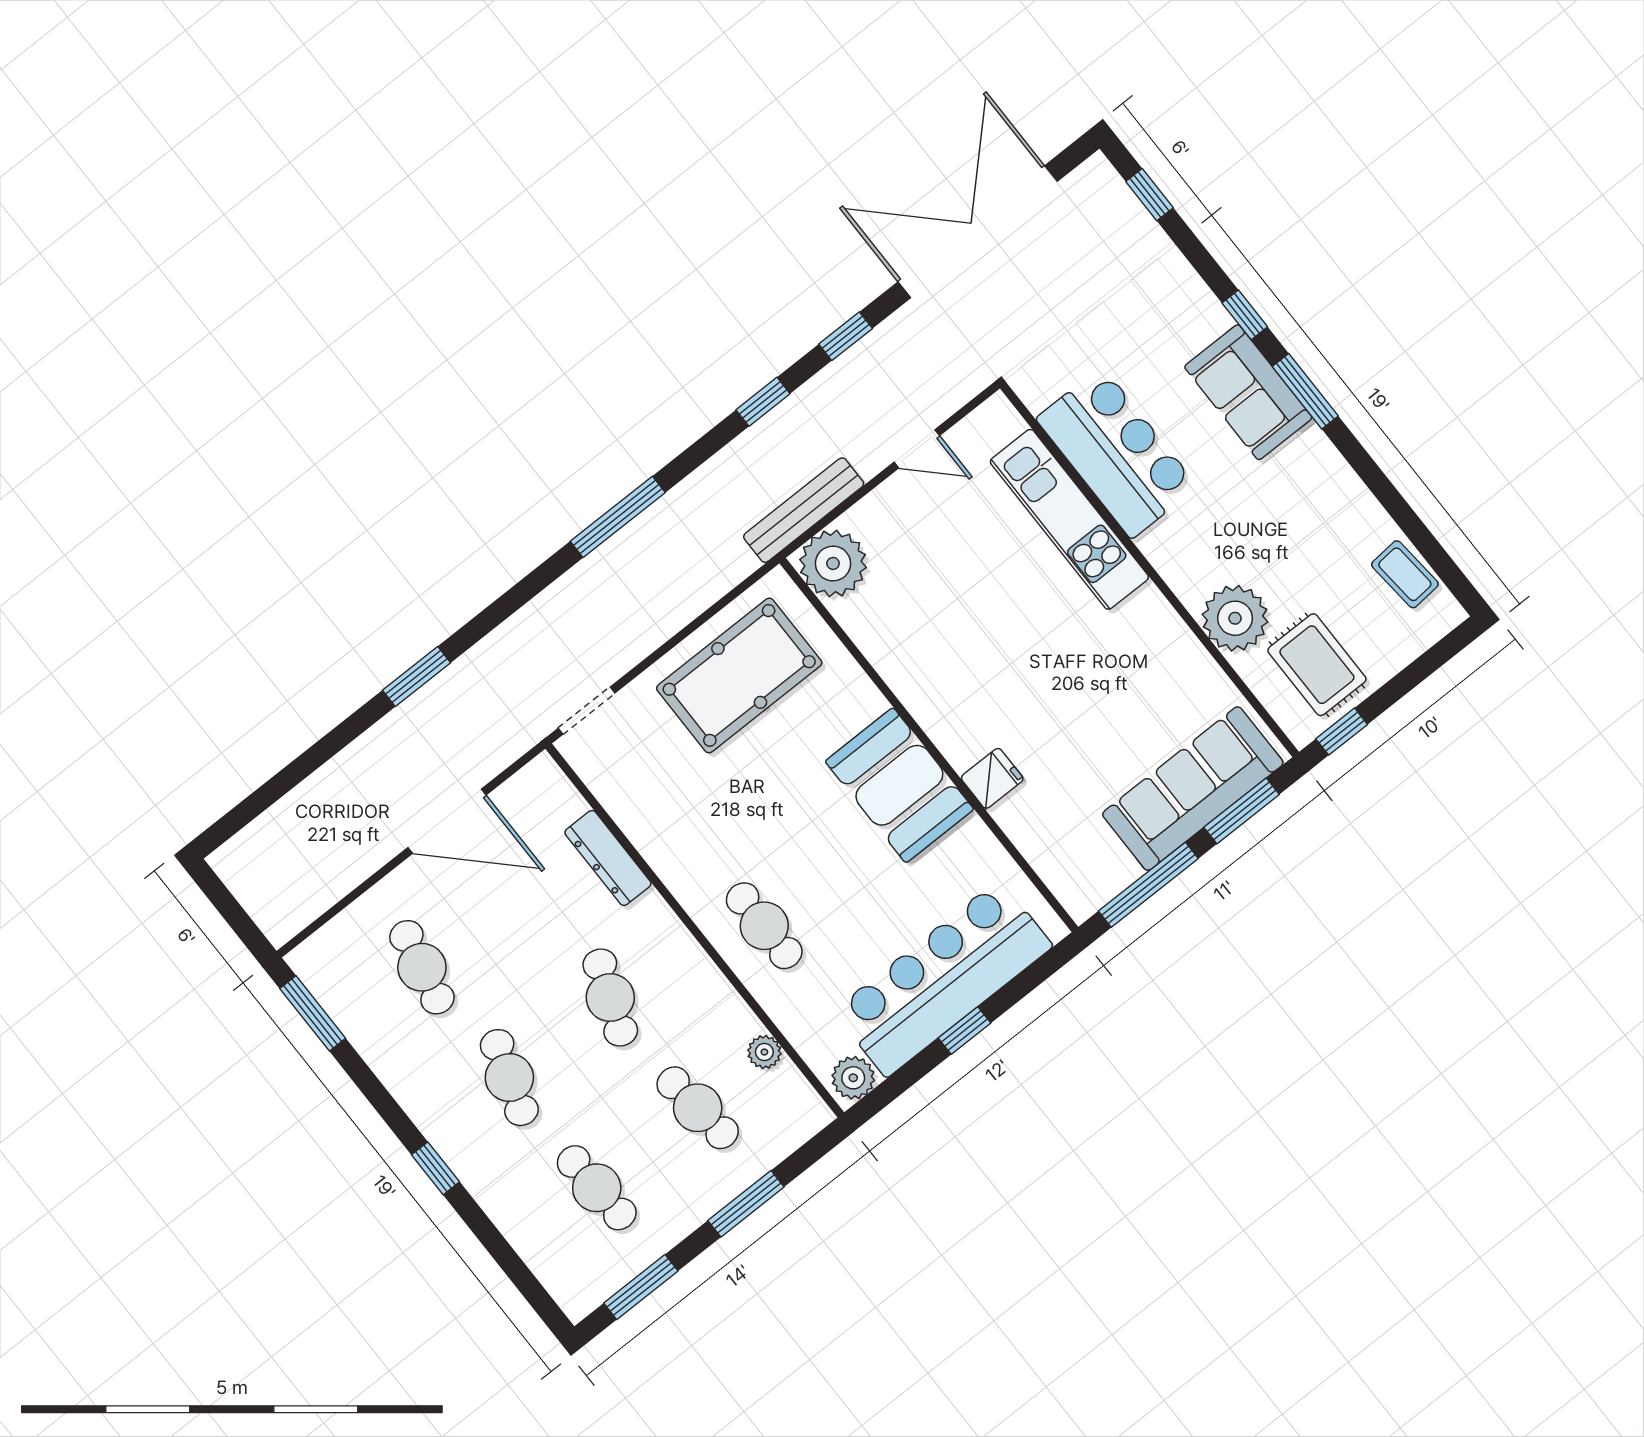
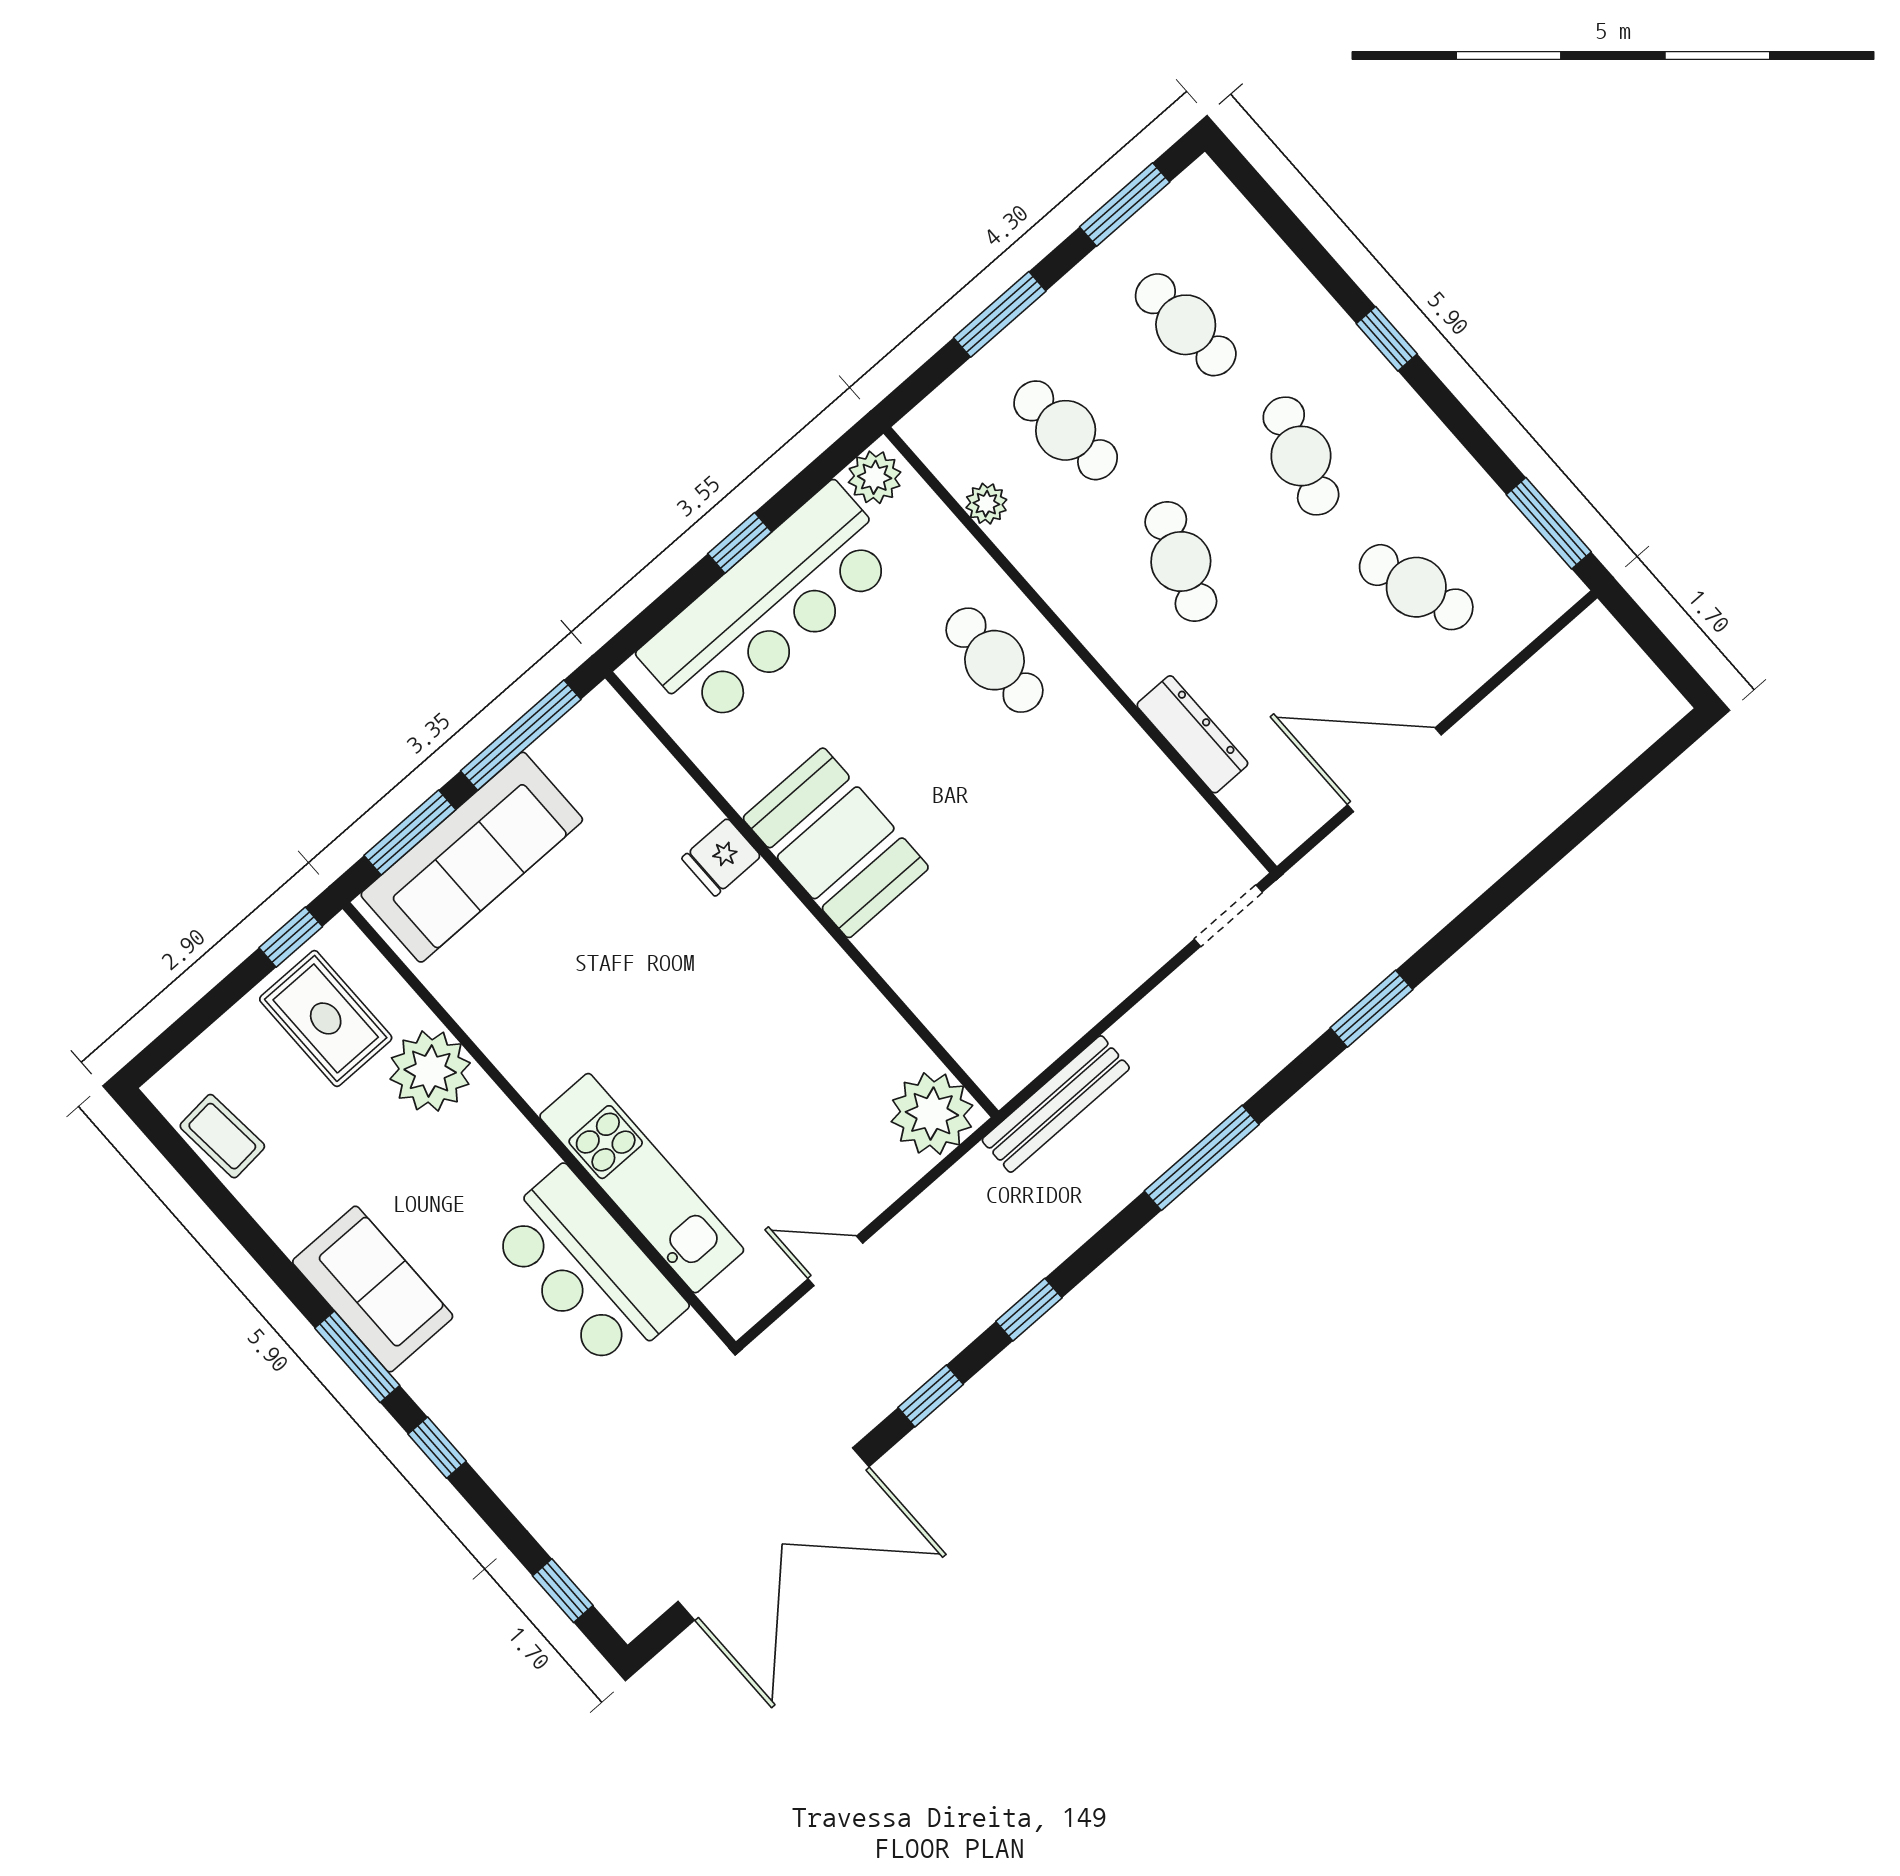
sofa: (1248, 392) -> (373, 1289), moved
bench: (804, 510) -> (1056, 1104), moved
pool table: (739, 675) -> (1041, 969), removed
window: (416, 676) -> (1371, 1009), moved
cafe table: (422, 967) -> (1416, 587), turned -30

